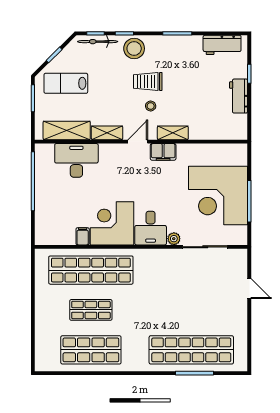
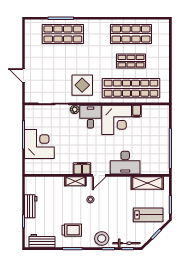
trolley: (148, 81) -> (72, 230), moved
shelving: (107, 133) -> (120, 181), removed
desk: (76, 160) -> (125, 163), moved
corner desk: (218, 195) -> (39, 144), width x0.74, depth x0.74
display table: (163, 274) -> (82, 85), added
shop shelf: (191, 350) -> (63, 34), width x0.71

